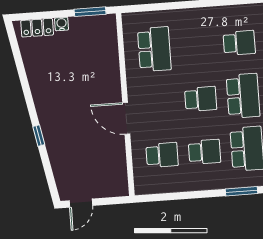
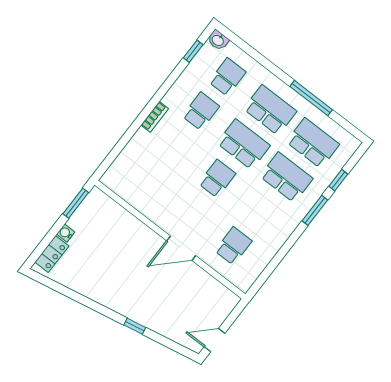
bookcase: (205, 13) -> (155, 117), added
school desk: (154, 49) -> (148, 180), removed
school desk: (205, 152) -> (260, 212), removed
door: (81, 203) -> (215, 340), swing flipped

